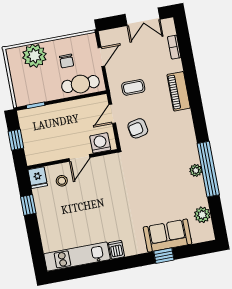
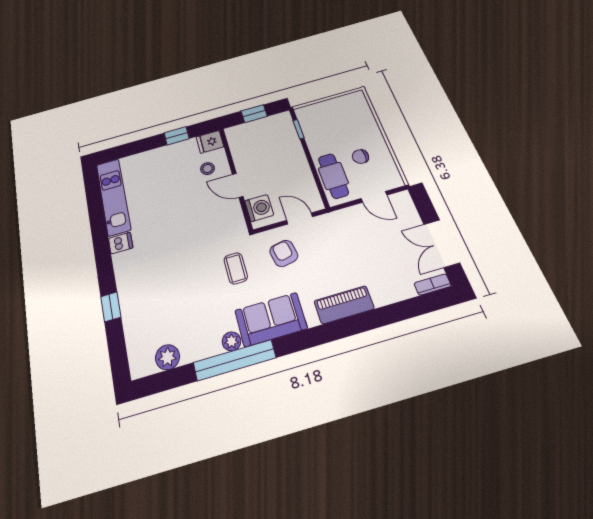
bookcase: (174, 47) -> (433, 285), moved
plant: (34, 56) -> (360, 121), removed
coffee table: (133, 87) -> (236, 268), moved
sofa: (168, 236) -> (271, 319), moved, turned -90

